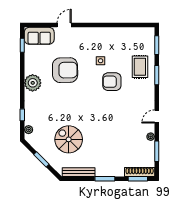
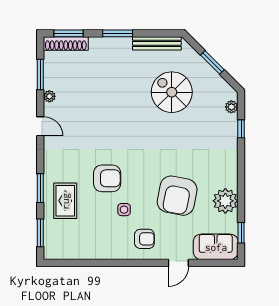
armchair: (87, 41) -> (144, 239), added
armchair: (65, 70) -> (177, 196), turned -78
plant: (33, 83) -> (225, 201), moved
door: (157, 117) -> (40, 126), hinge flipped
spiral stairs: (69, 139) -> (172, 92), turned 180

